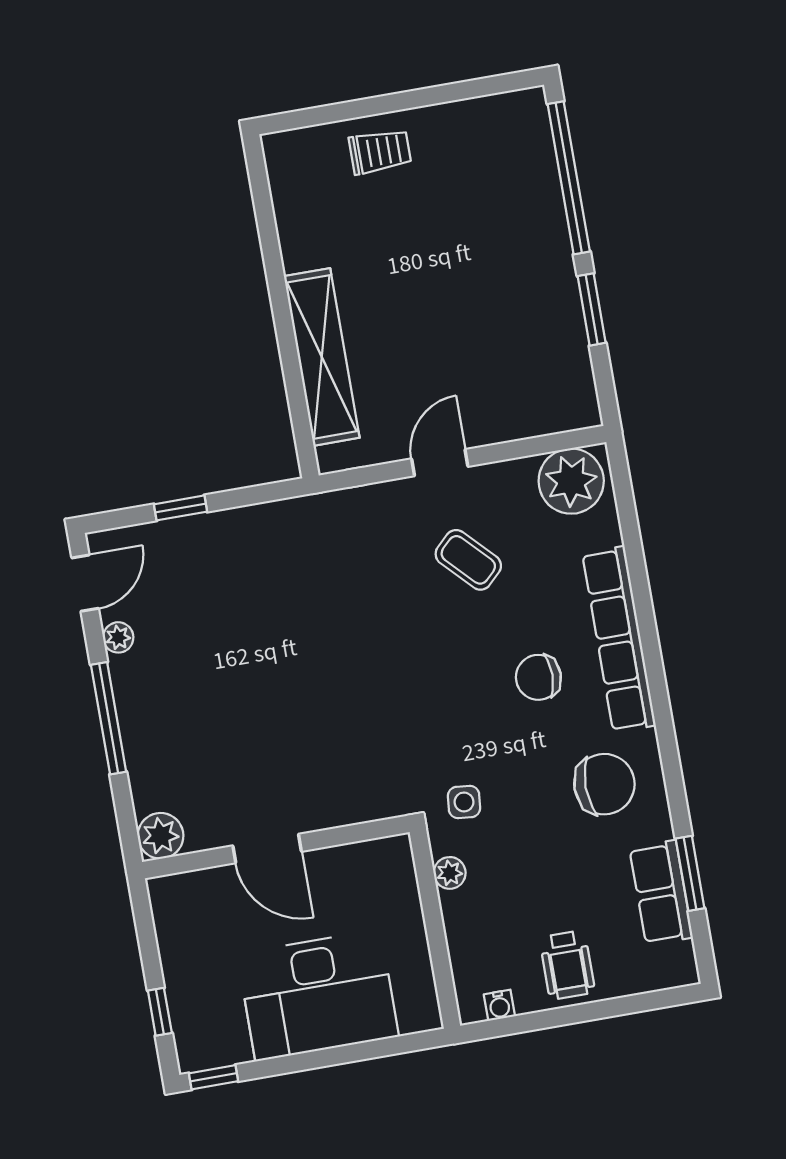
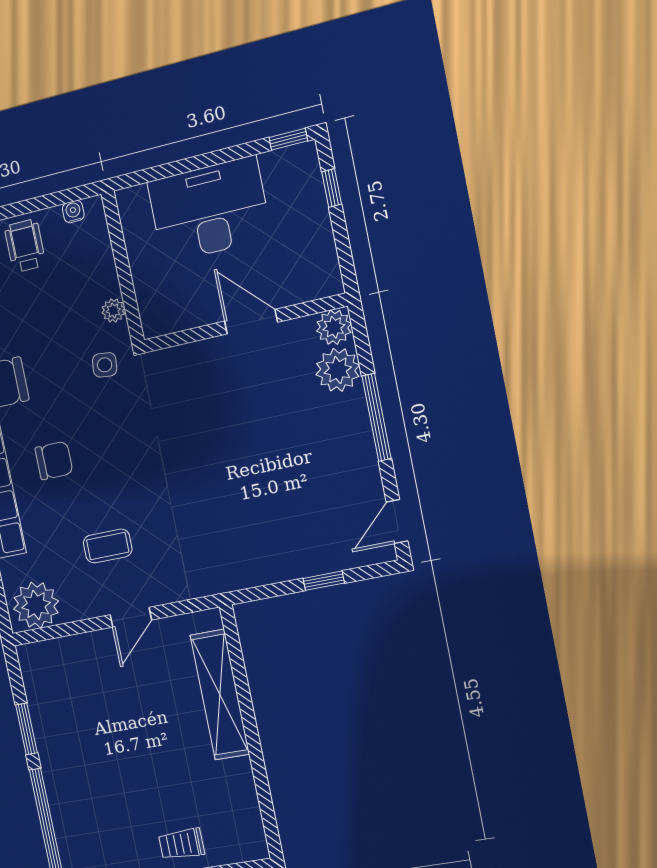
coffee table: (468, 560) -> (108, 546), turned -46
plant: (118, 637) -> (338, 370), moved, width x1.88, depth x1.88

